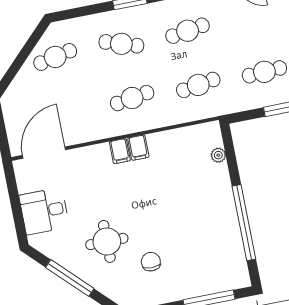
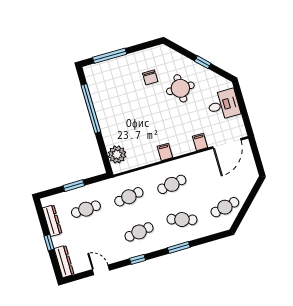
filing cabinet: (120, 151) -> (200, 142), moved
plant: (218, 155) -> (117, 154), width x1.88, depth x1.88
window: (70, 278) -> (203, 62), width x0.46

